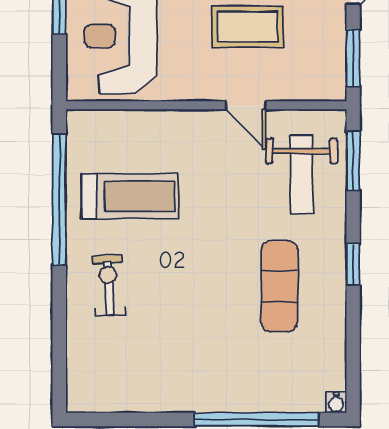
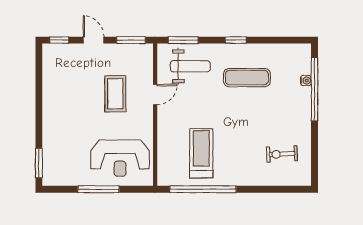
exercise bike: (109, 286) -> (282, 154), moved
water cooler: (336, 402) -> (306, 80), moved

